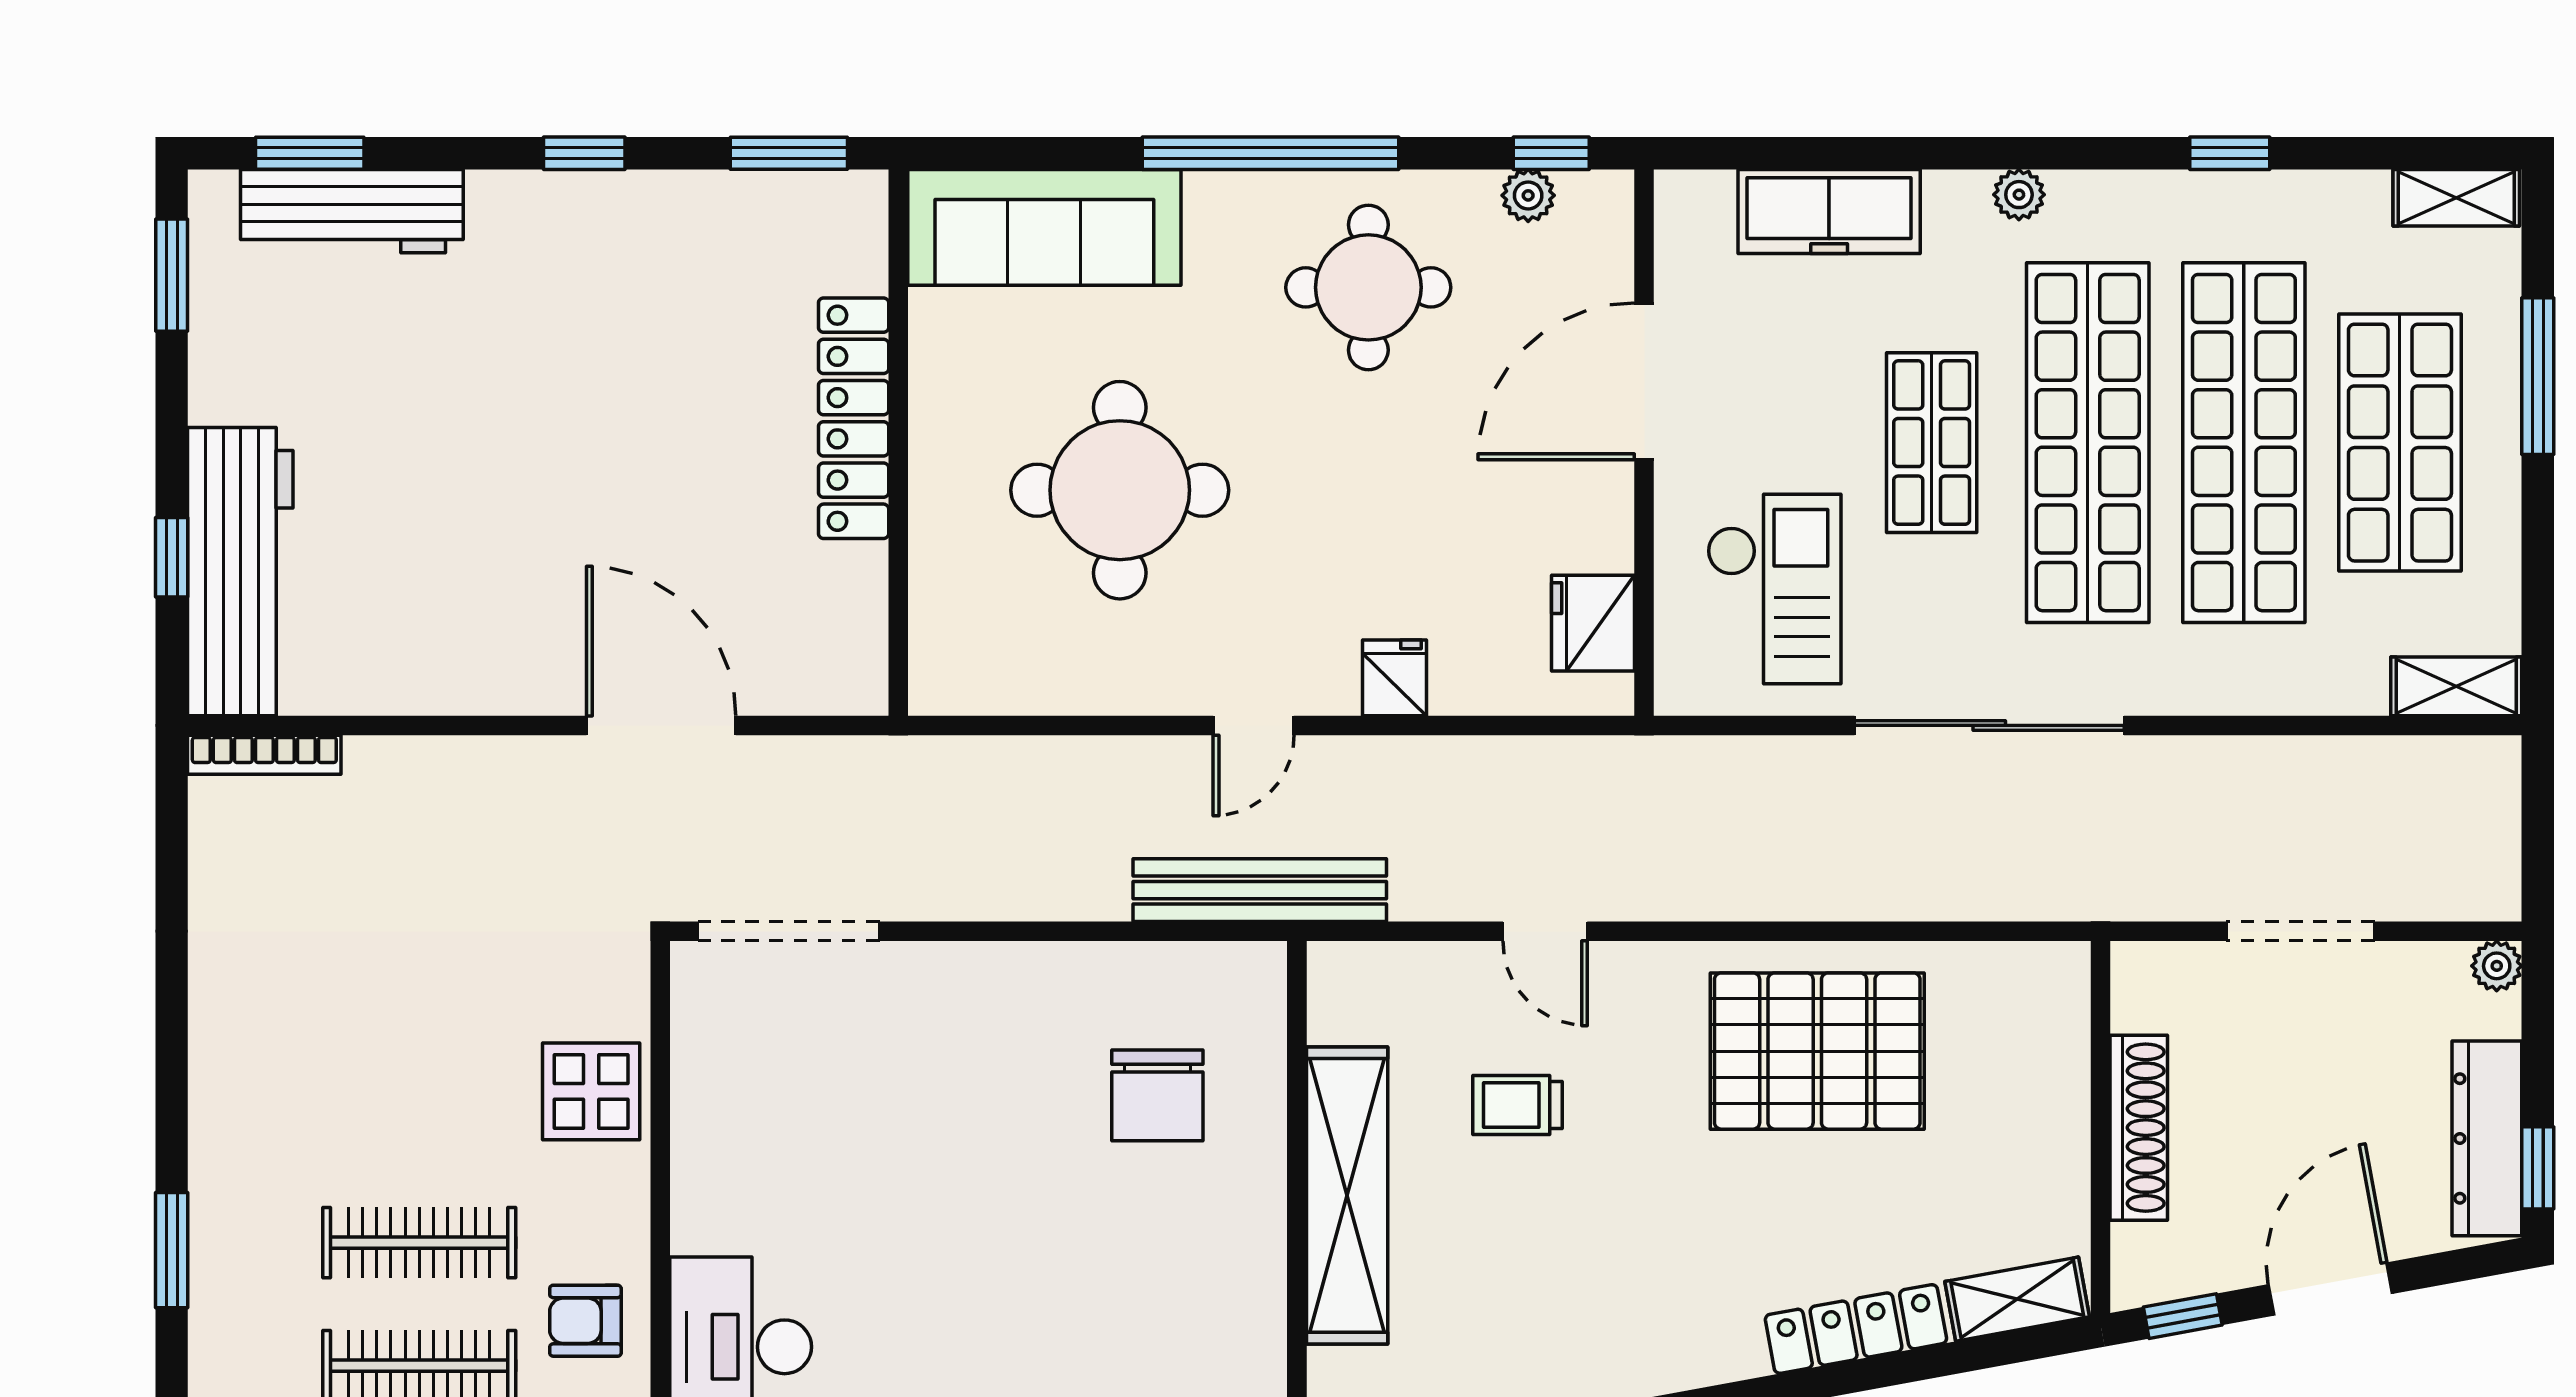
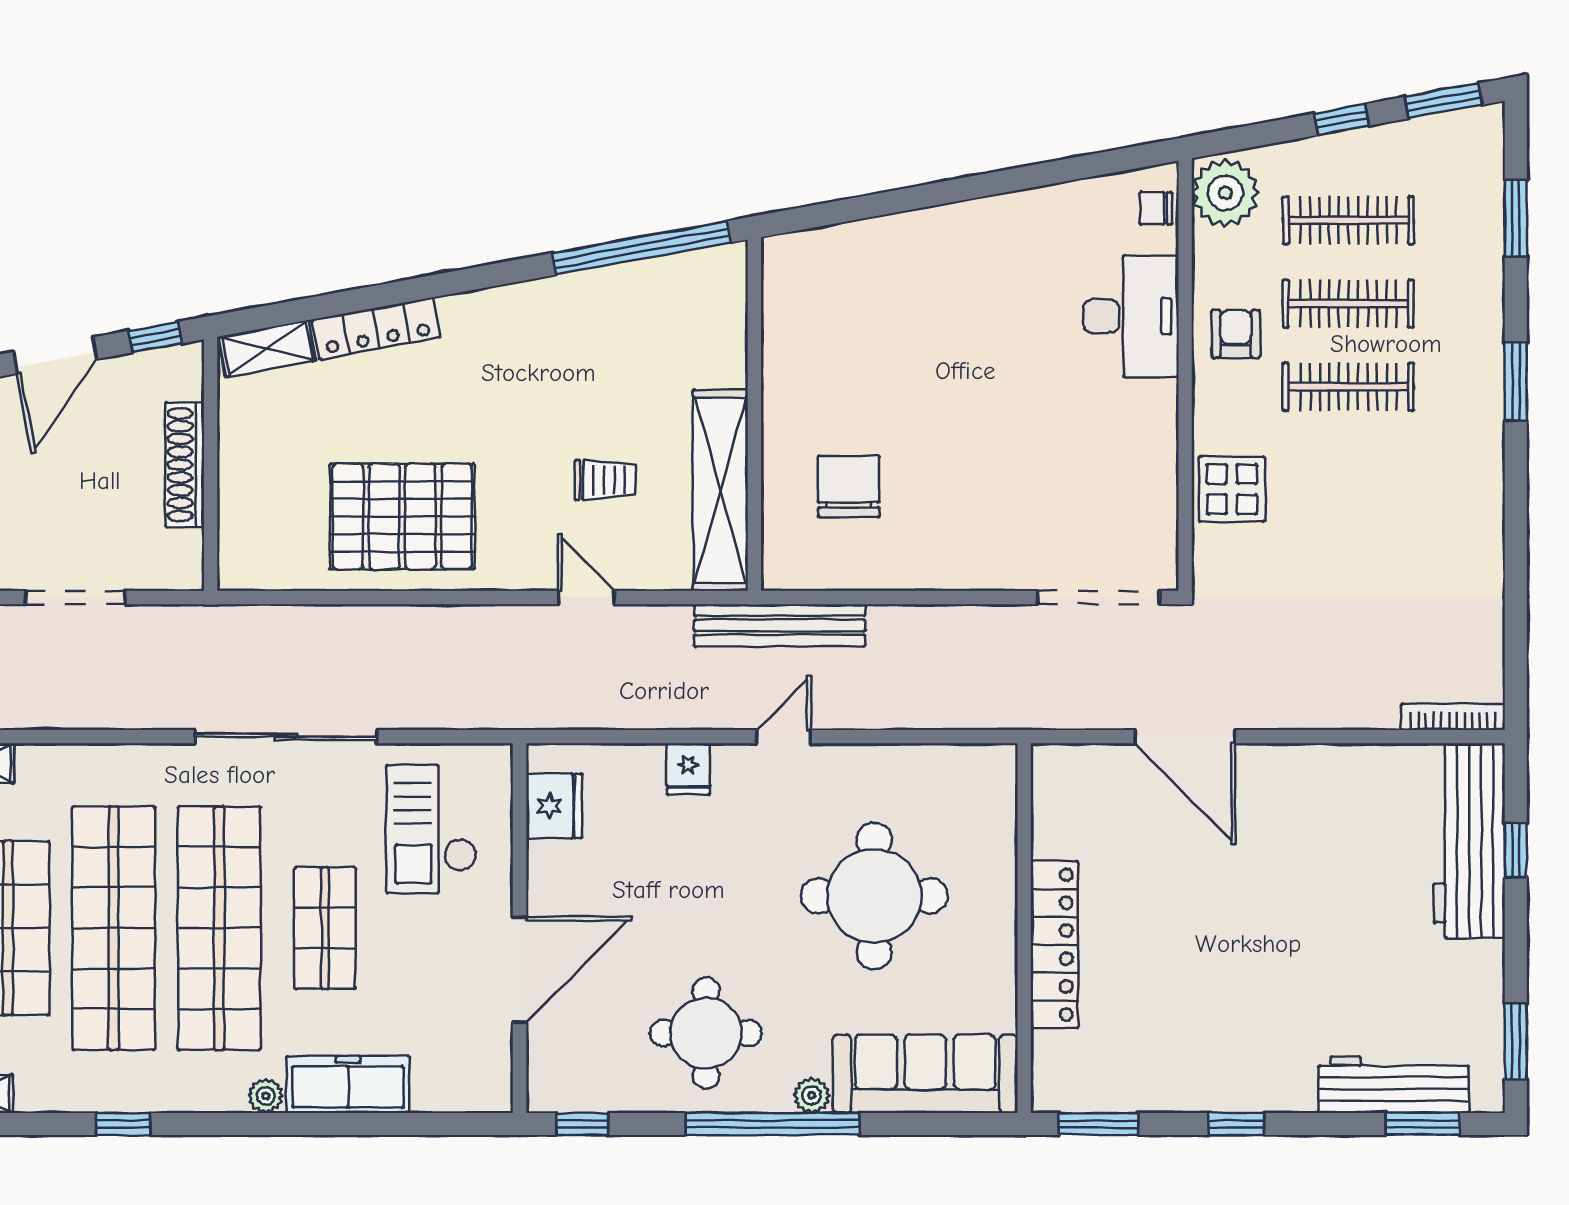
plant: (1528, 195) -> (812, 1095), moved
freezer: (1829, 212) -> (348, 1084), moved
shelving: (1347, 1195) -> (720, 490), moved
armchair: (585, 1321) -> (1236, 334), turned -90

